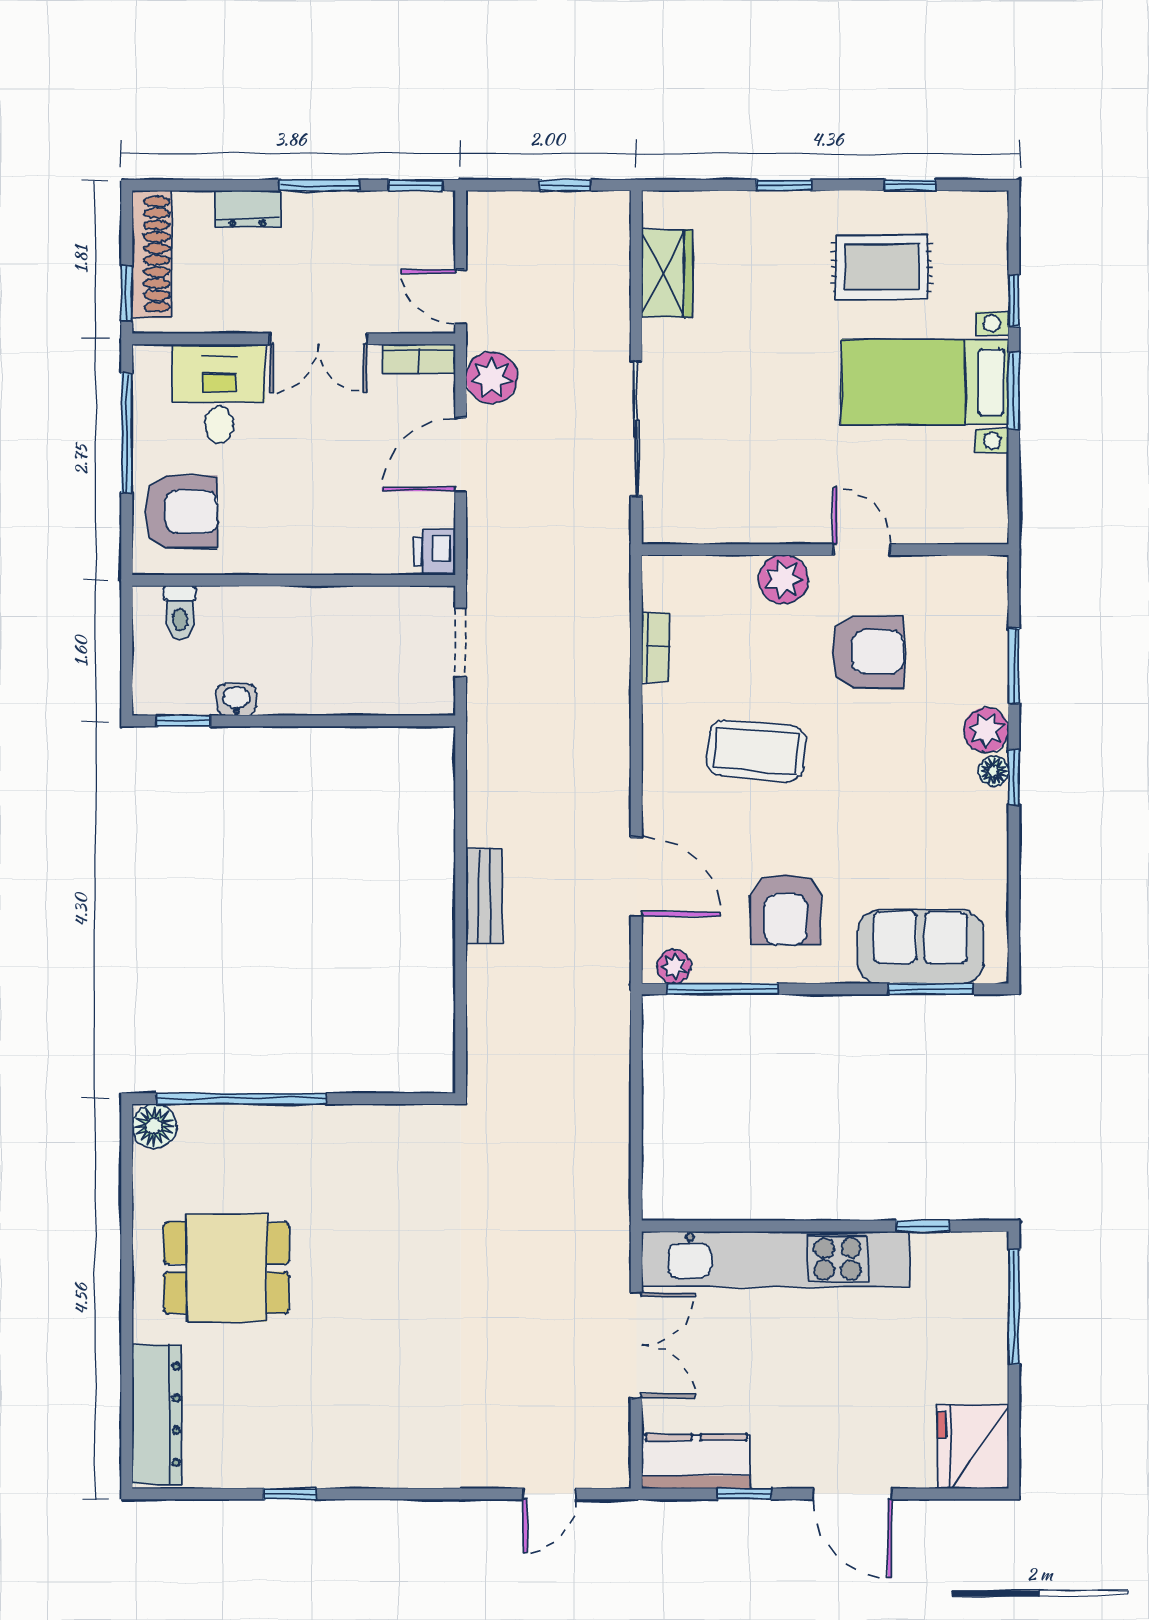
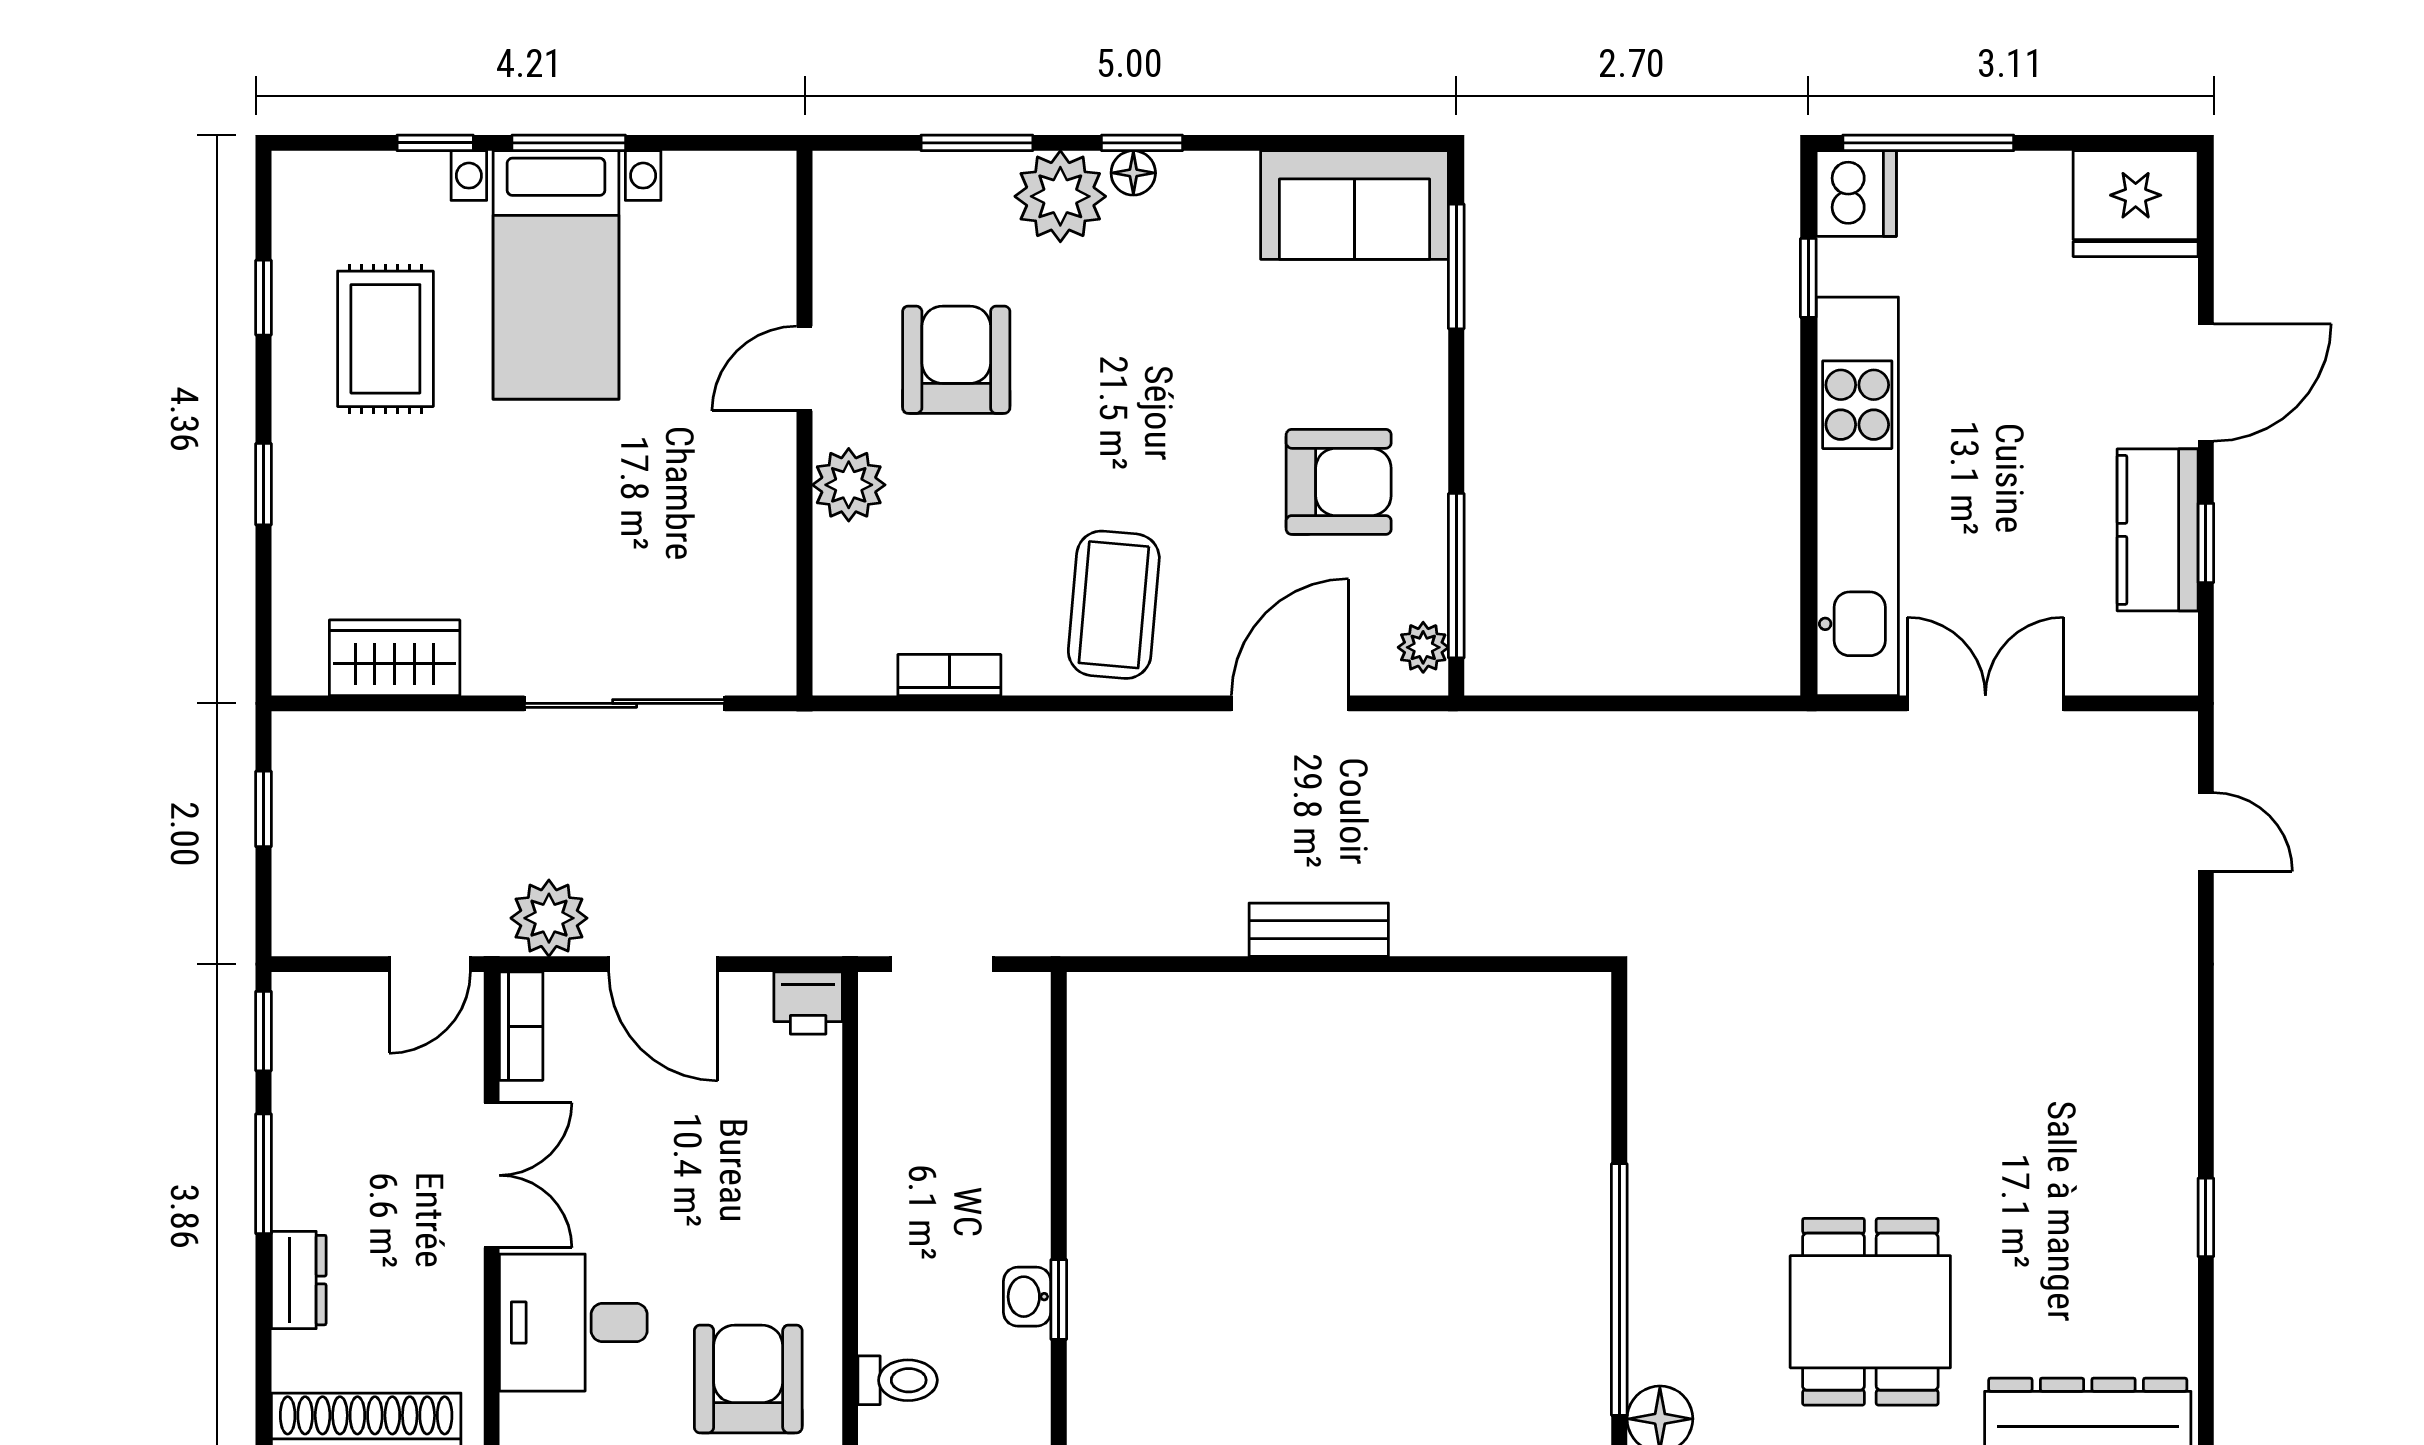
window: (183, 721) -> (1059, 1299), moved
plant: (986, 730) -> (1060, 196), width x1.36, depth x1.36
coffee table: (756, 750) -> (1114, 605), moved
sofa: (921, 947) -> (1354, 205), moved, turned -90
dishwasher: (980, 1258) -> (1856, 194), added
kitchen counter: (696, 1461) -> (2158, 530), moved

